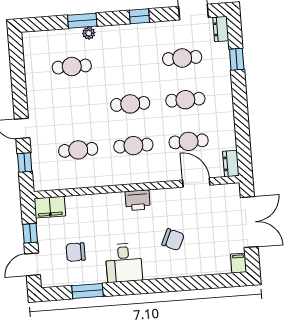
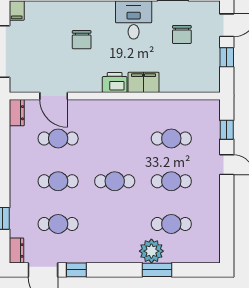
window: (139, 16) -> (76, 270), moved
plant: (89, 33) -> (151, 251), width x1.87, depth x1.87
cafe table: (133, 146) -> (171, 181), moved
filing cabinet: (50, 207) -> (144, 82), moved
chair: (173, 240) -> (82, 40), turned -114
chair: (76, 252) -> (182, 35), turned 90

